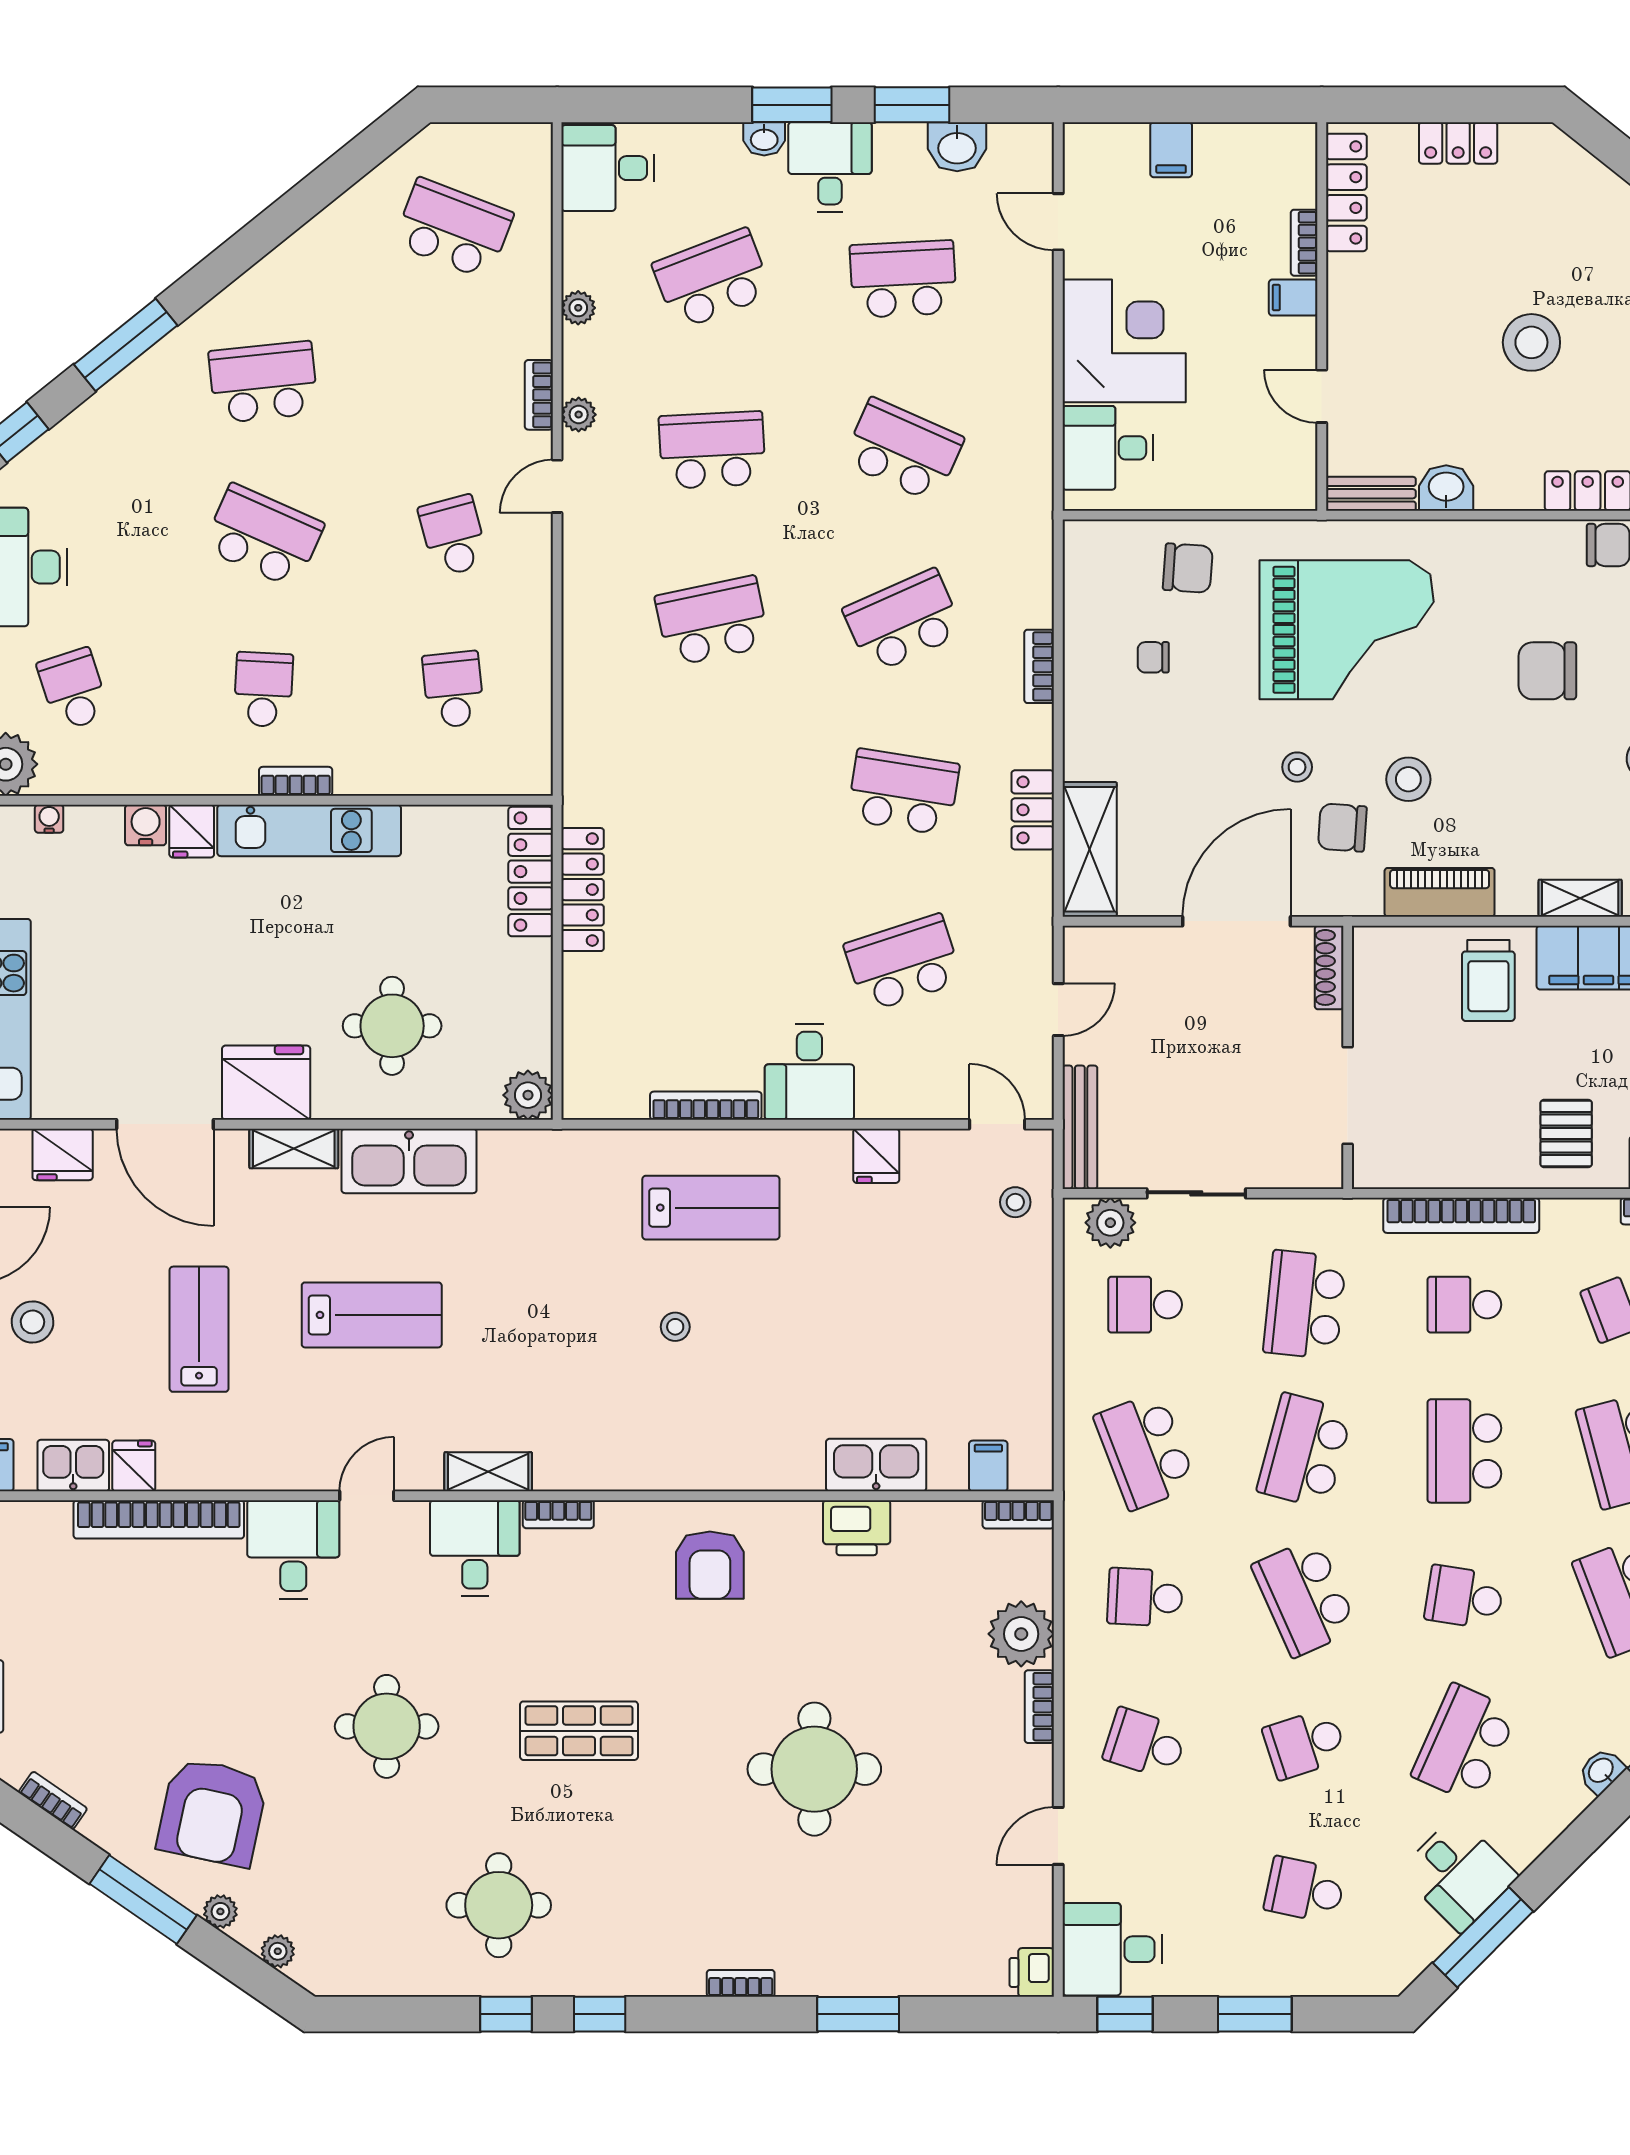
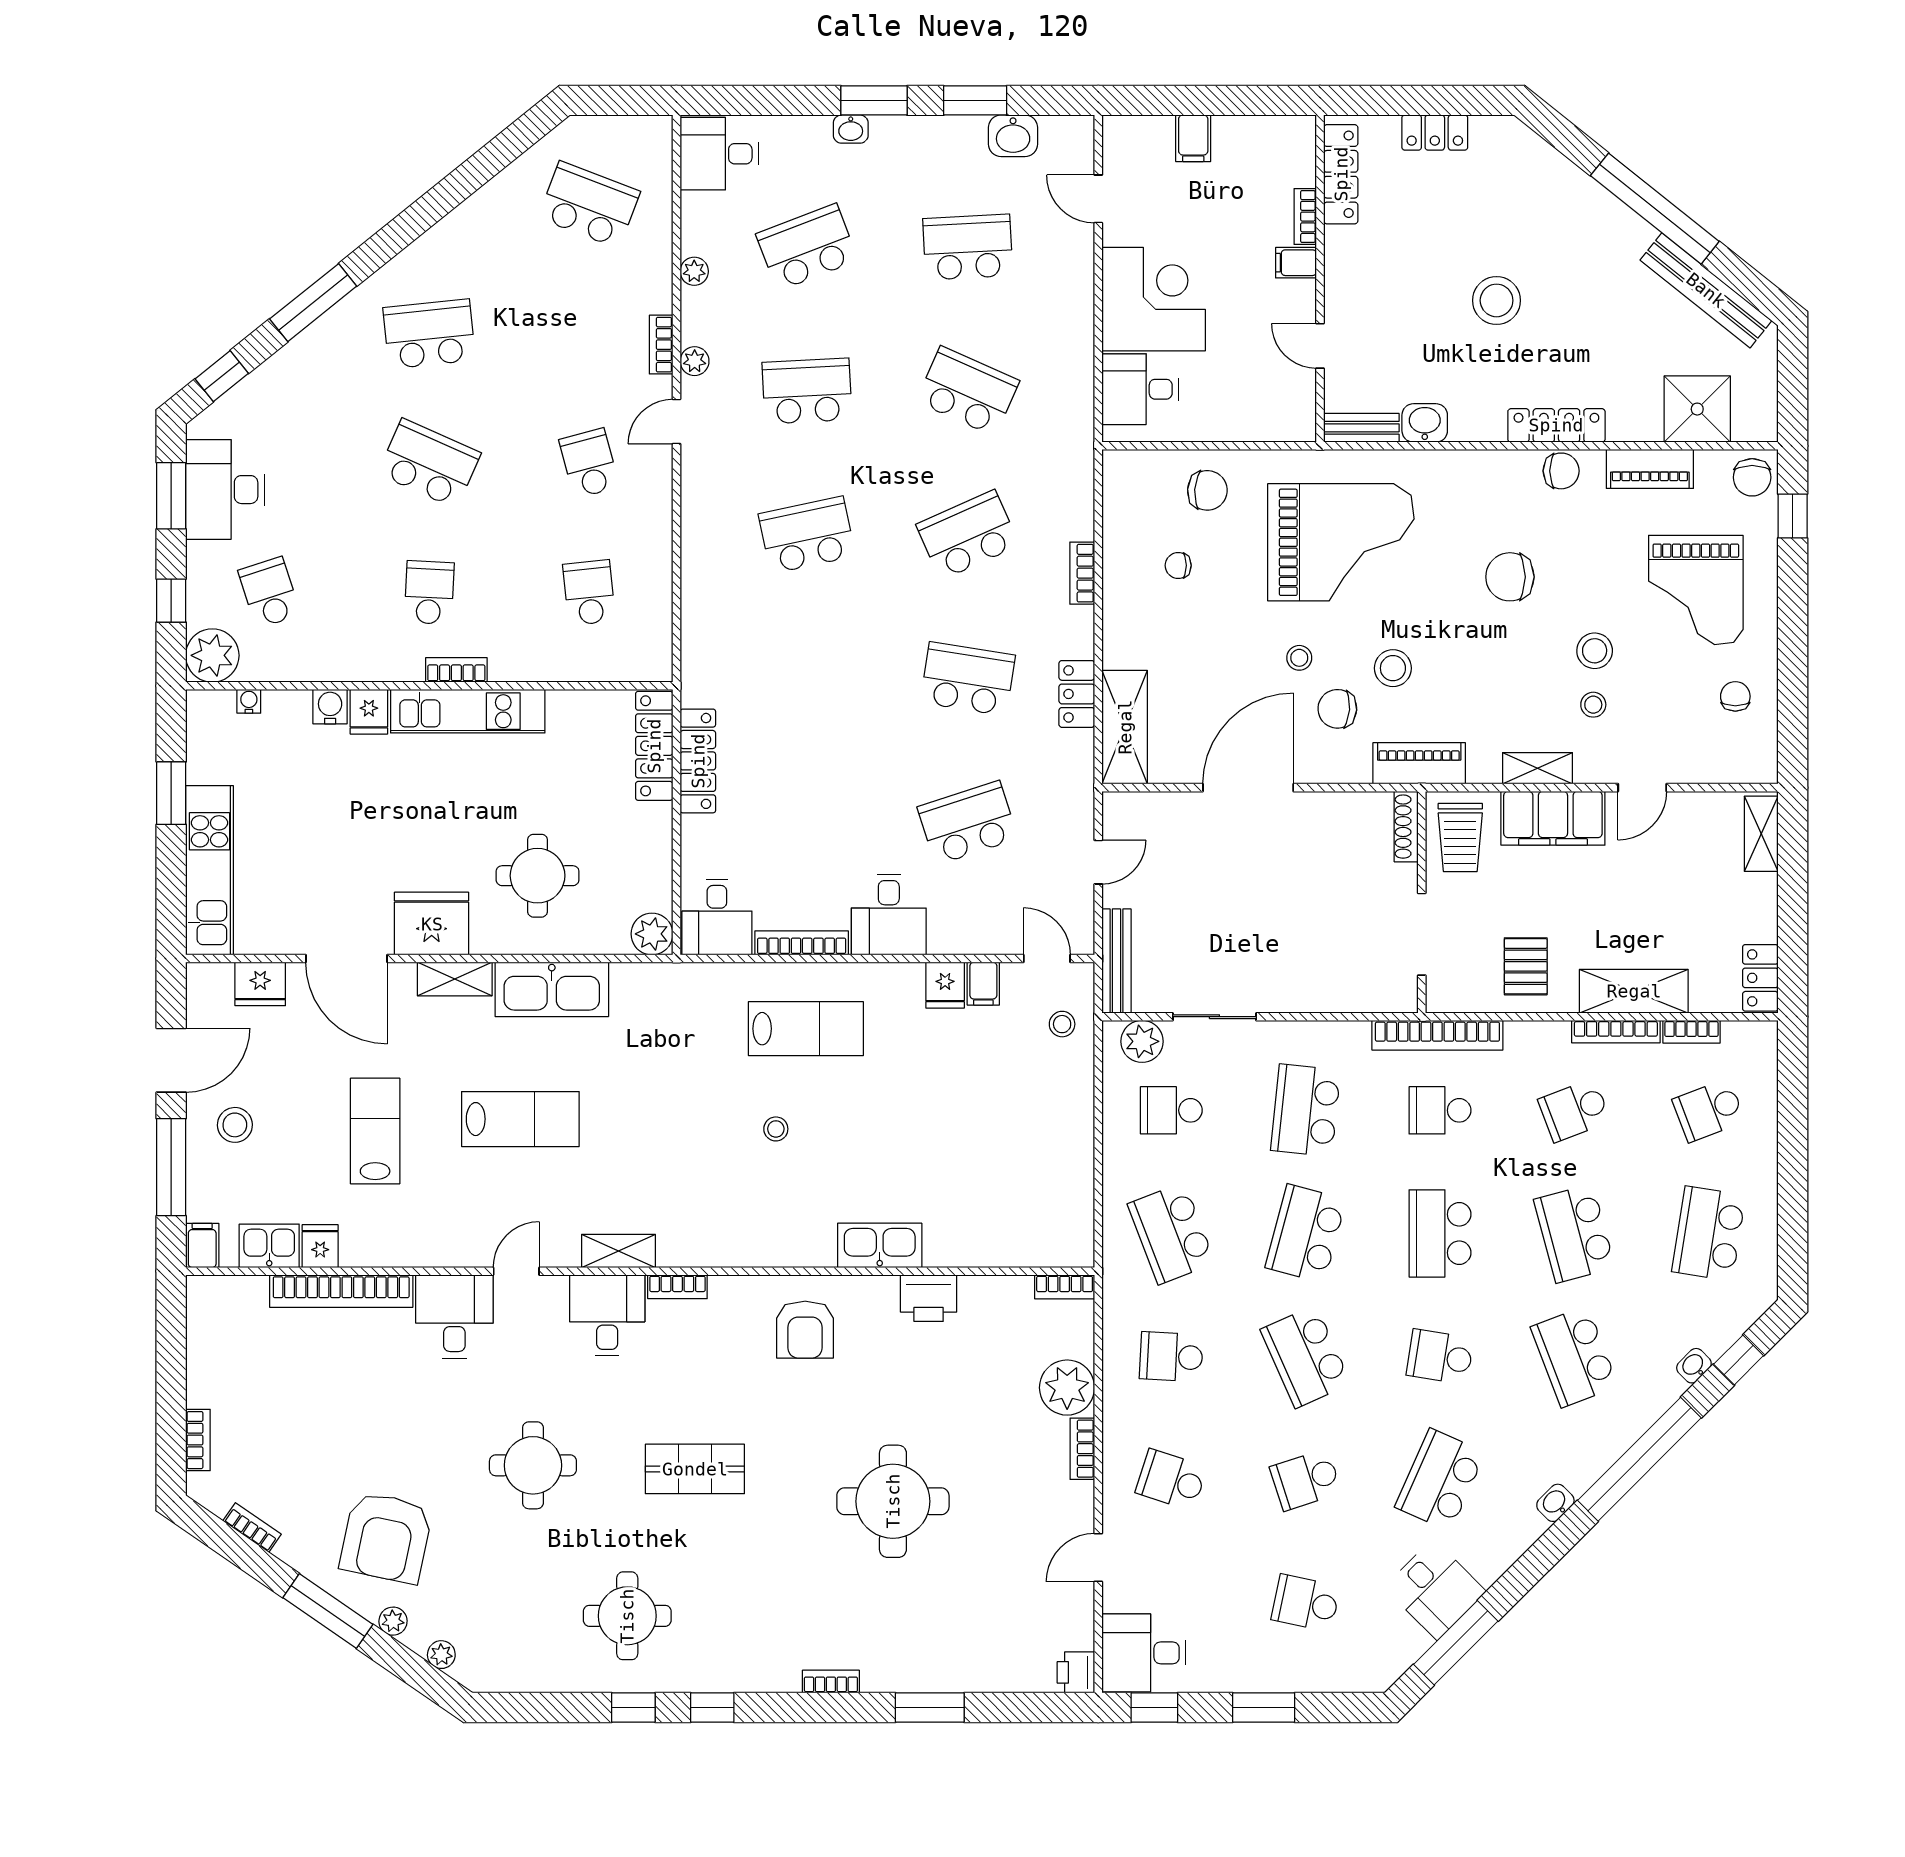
desk: (830, 167) -> (717, 917), moved, turned 180
shoe rack: (1329, 967) -> (1406, 827), moved
wall: (1348, 1057) -> (1422, 902), moved
doorway: (1348, 1095) -> (1422, 934), moved
kitchen sink: (876, 1465) -> (880, 1245), moved
filing cabinet: (988, 1466) -> (983, 984), moved, turned 180

